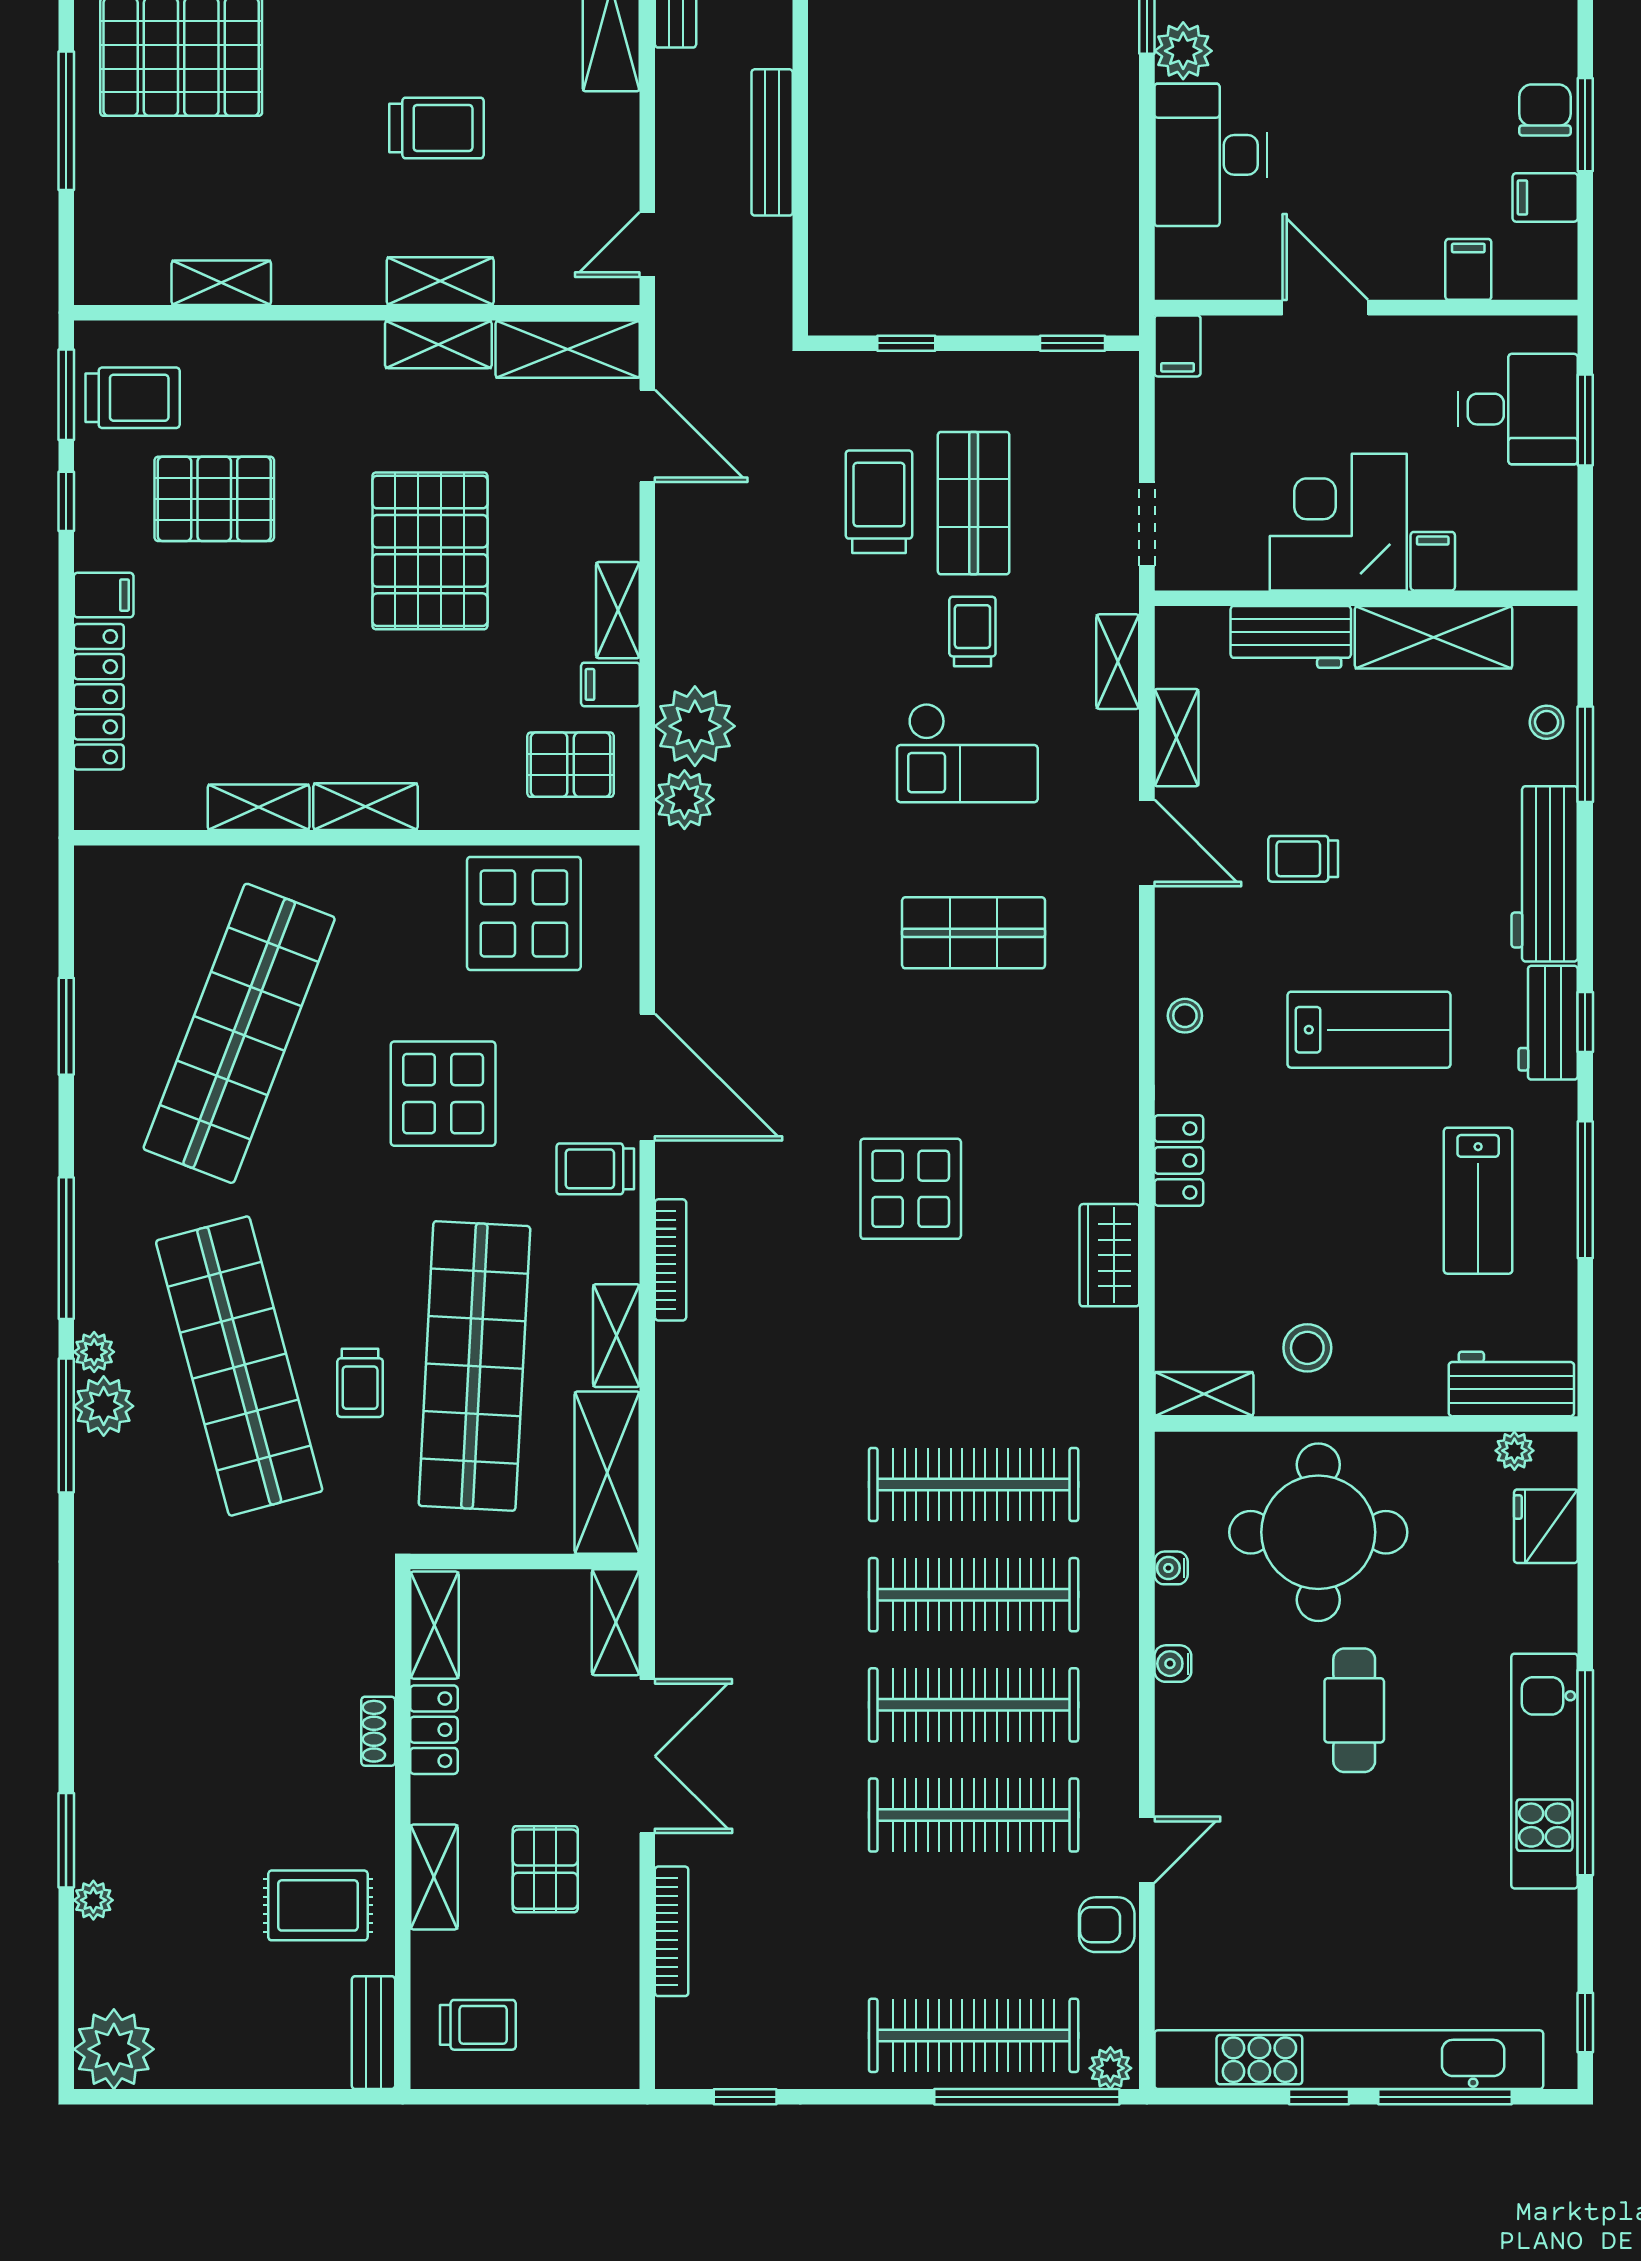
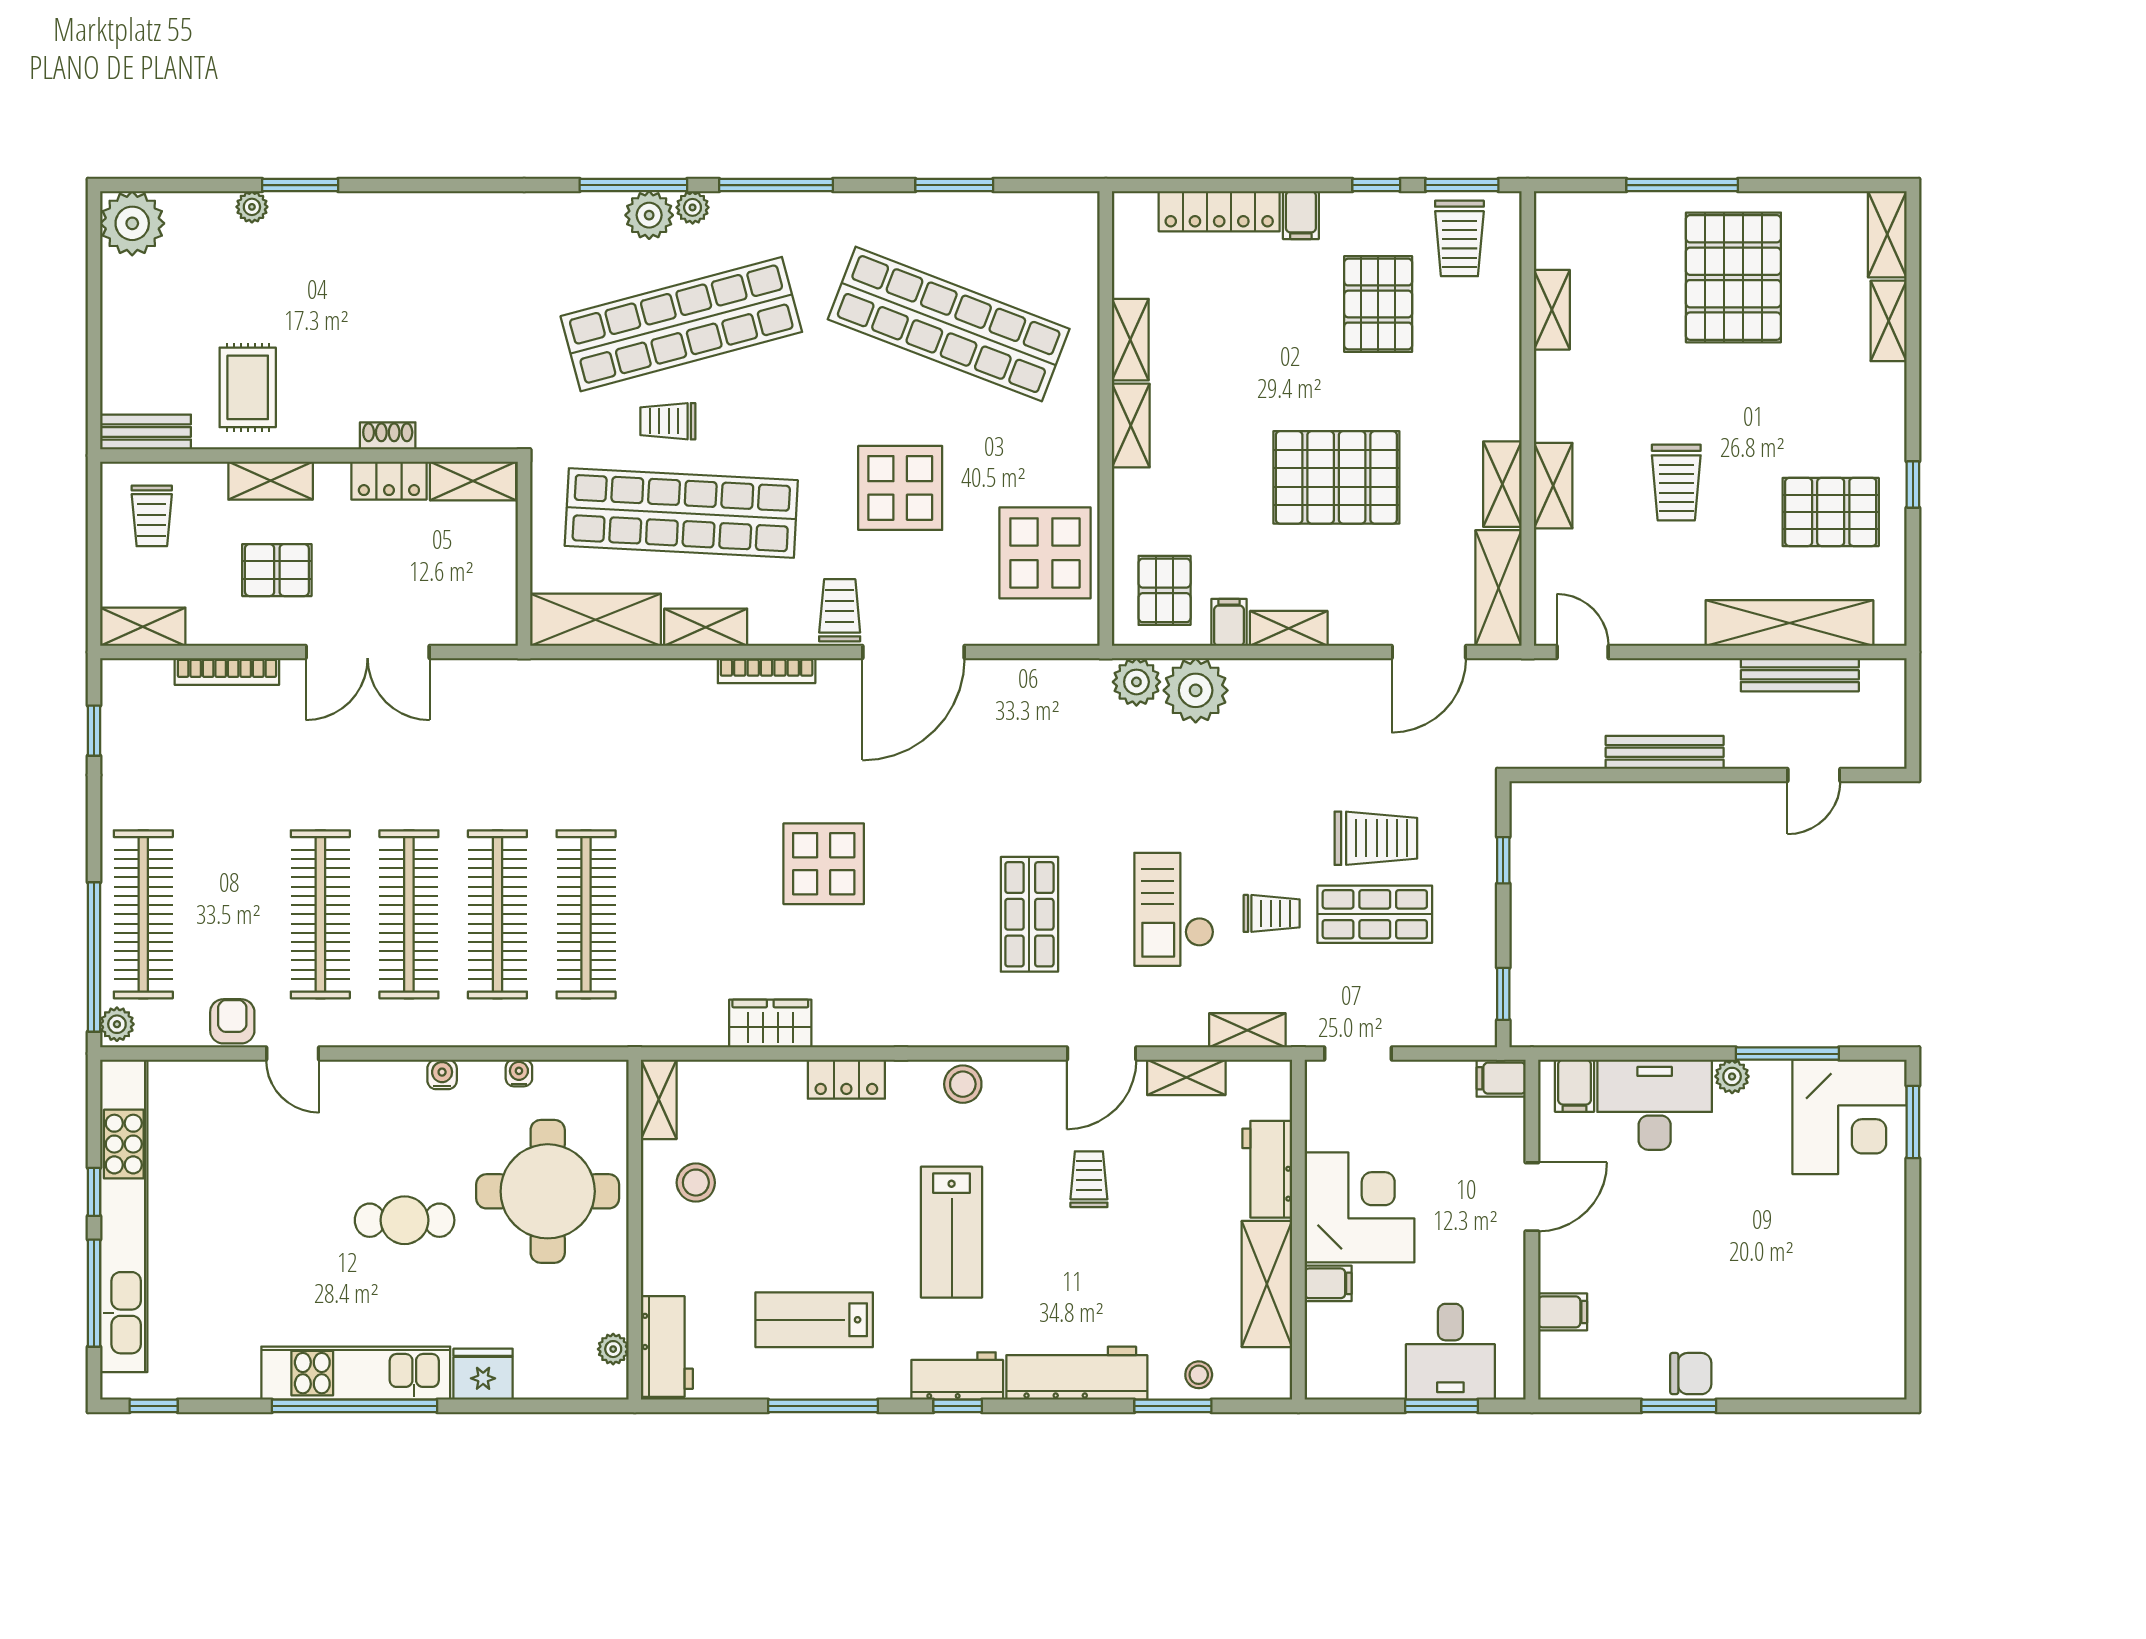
plant: (1183, 51) -> (1732, 1076), width x0.73, depth x0.73
filing cabinet: (1545, 197) -> (1574, 1086), moved, turned 180
stool: (1185, 1016) -> (963, 1084), width x1.37, depth x1.37
fridge: (1546, 1526) -> (483, 1374), moved
shelving: (616, 1622) -> (143, 627), moved

